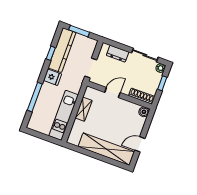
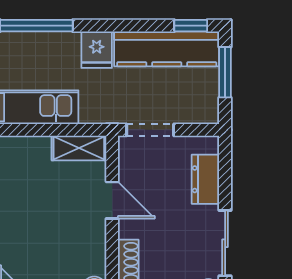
window: (51, 53) -> (191, 26), moved
shelving: (84, 109) -> (79, 148), moved

